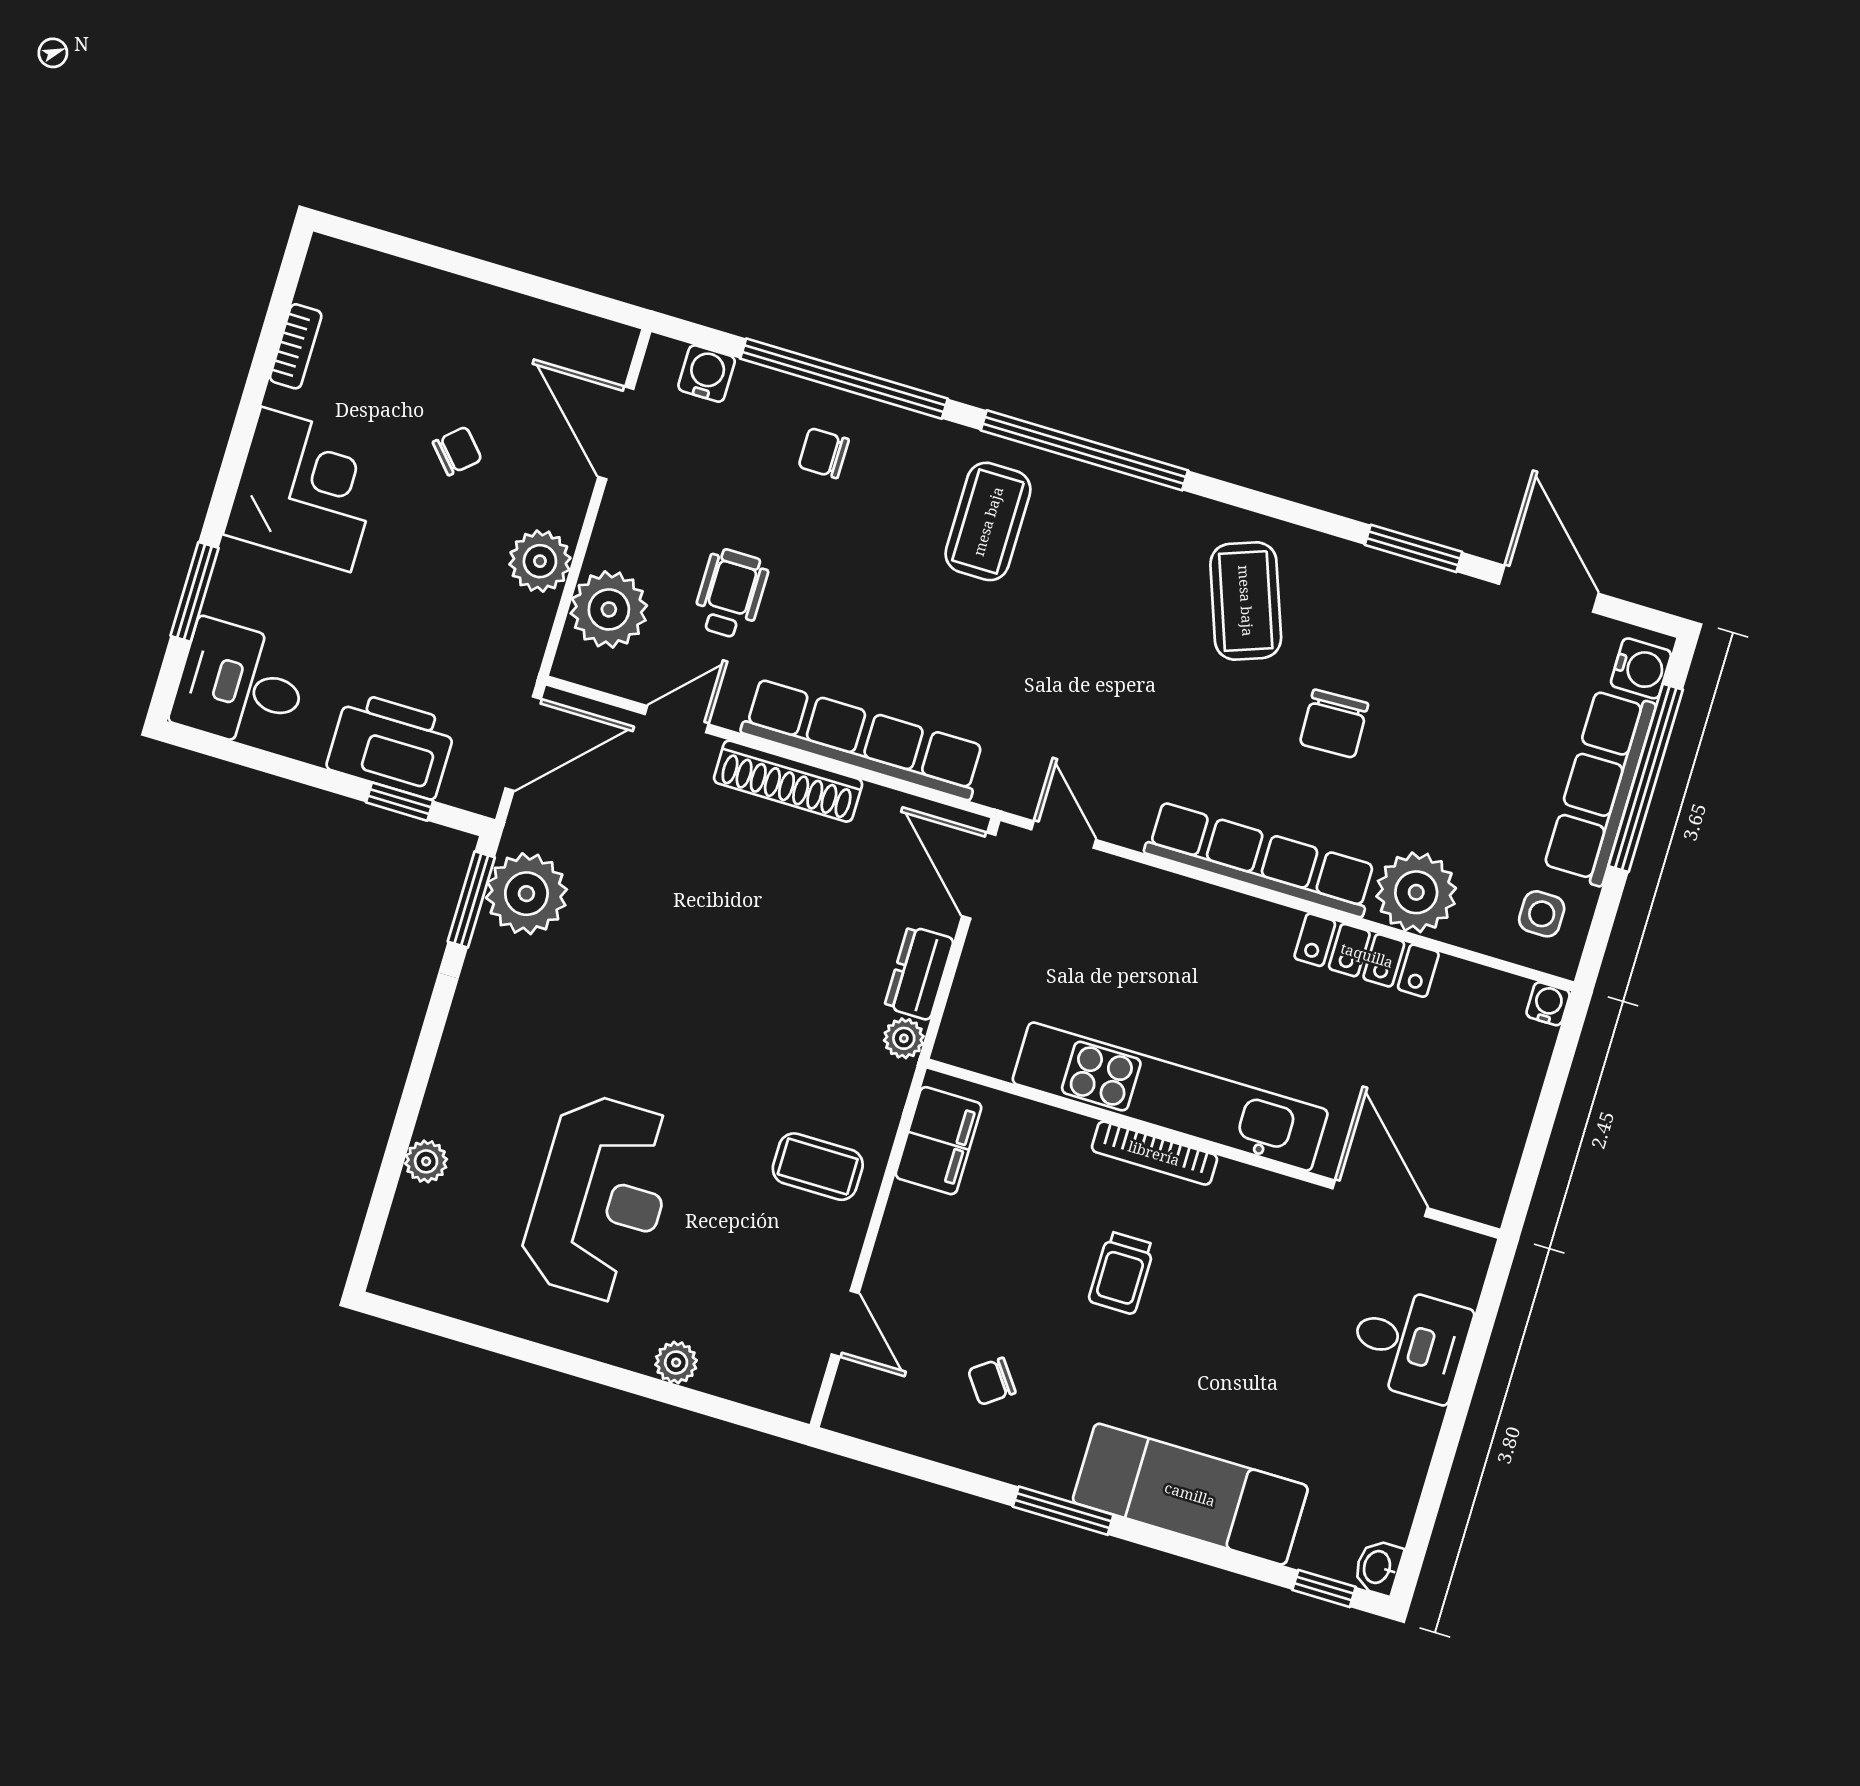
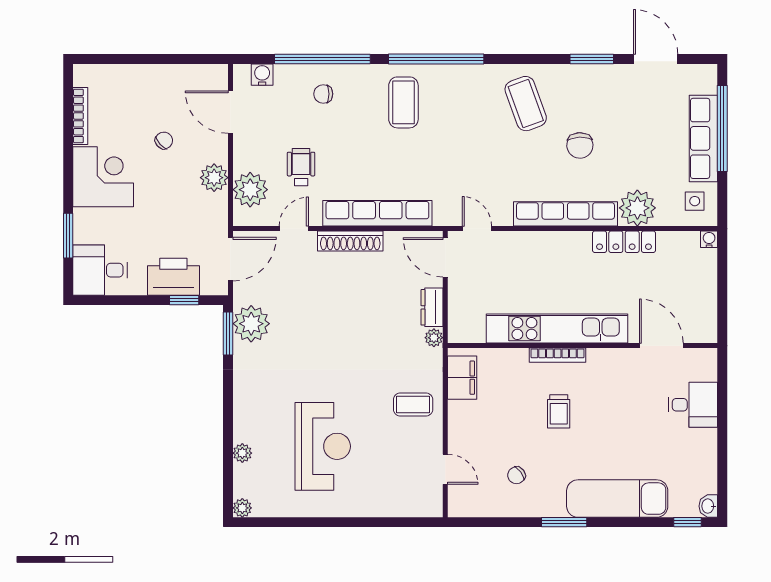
bookcase: (296, 346) -> (80, 116), width x1.56
water cooler: (1641, 668) -> (706, 82), removed
plant: (676, 1362) -> (242, 508), moved

